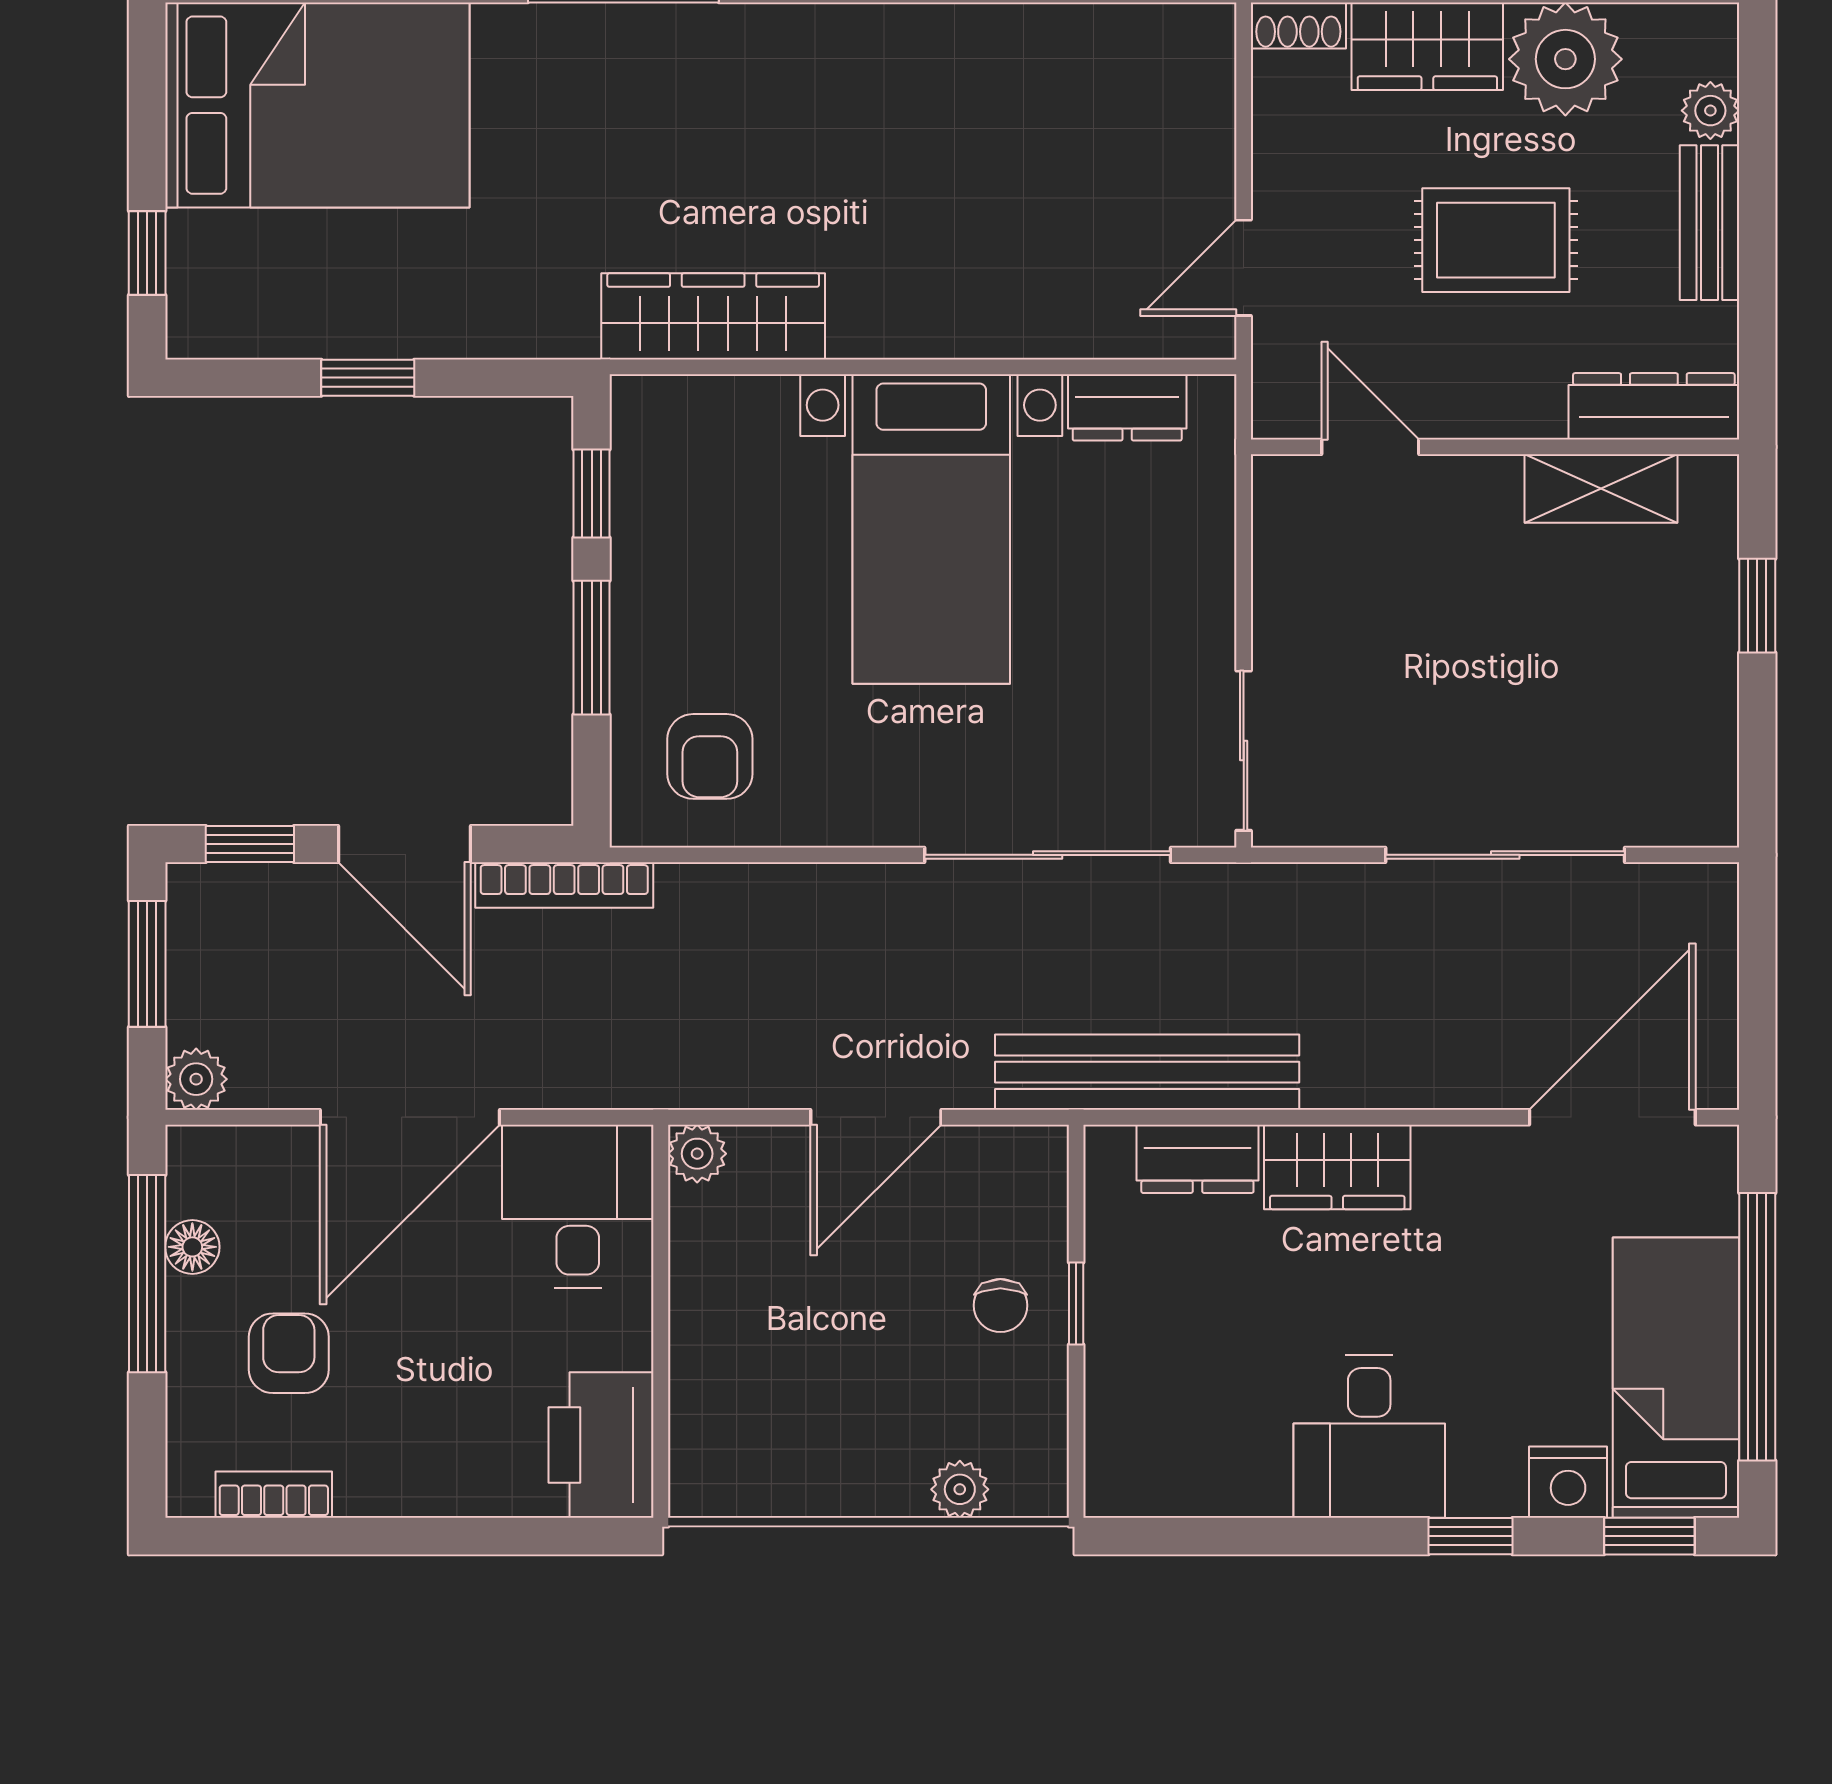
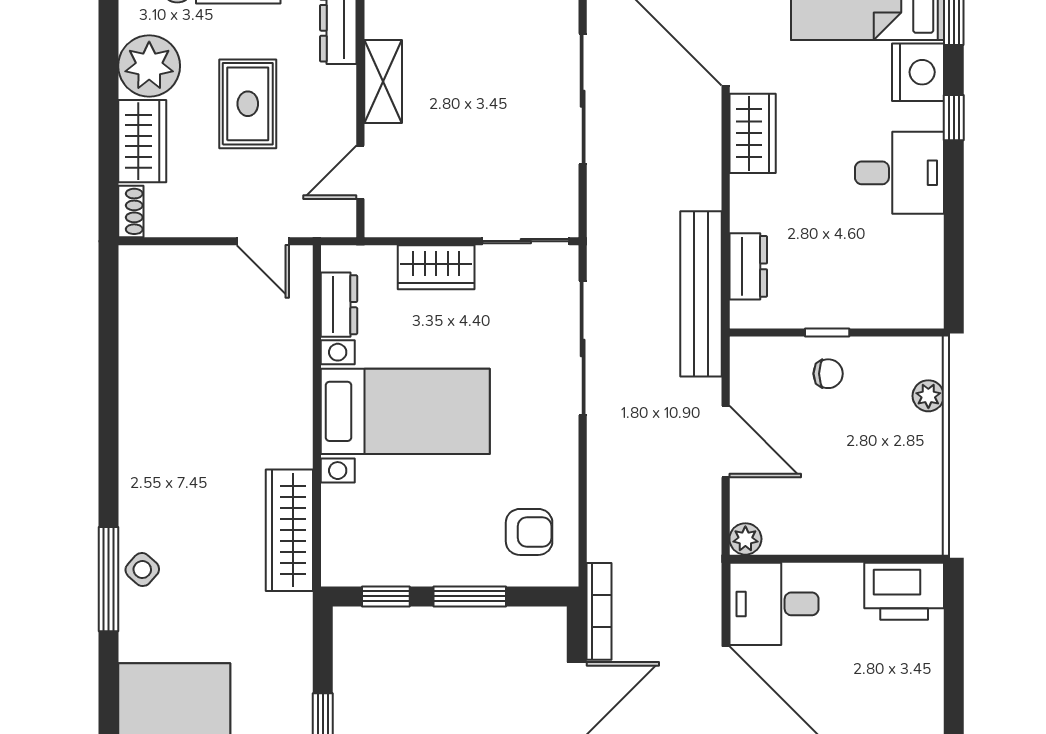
side table: (641, 46) -> (142, 570), added
shelving: (1601, 489) -> (383, 81), moved
wardrobe: (1196, 586) -> (436, 267), added
wardrobe: (1337, 1167) -> (753, 133), moved
nightstand: (1568, 1482) -> (918, 72), width x1.36, depth x1.33

